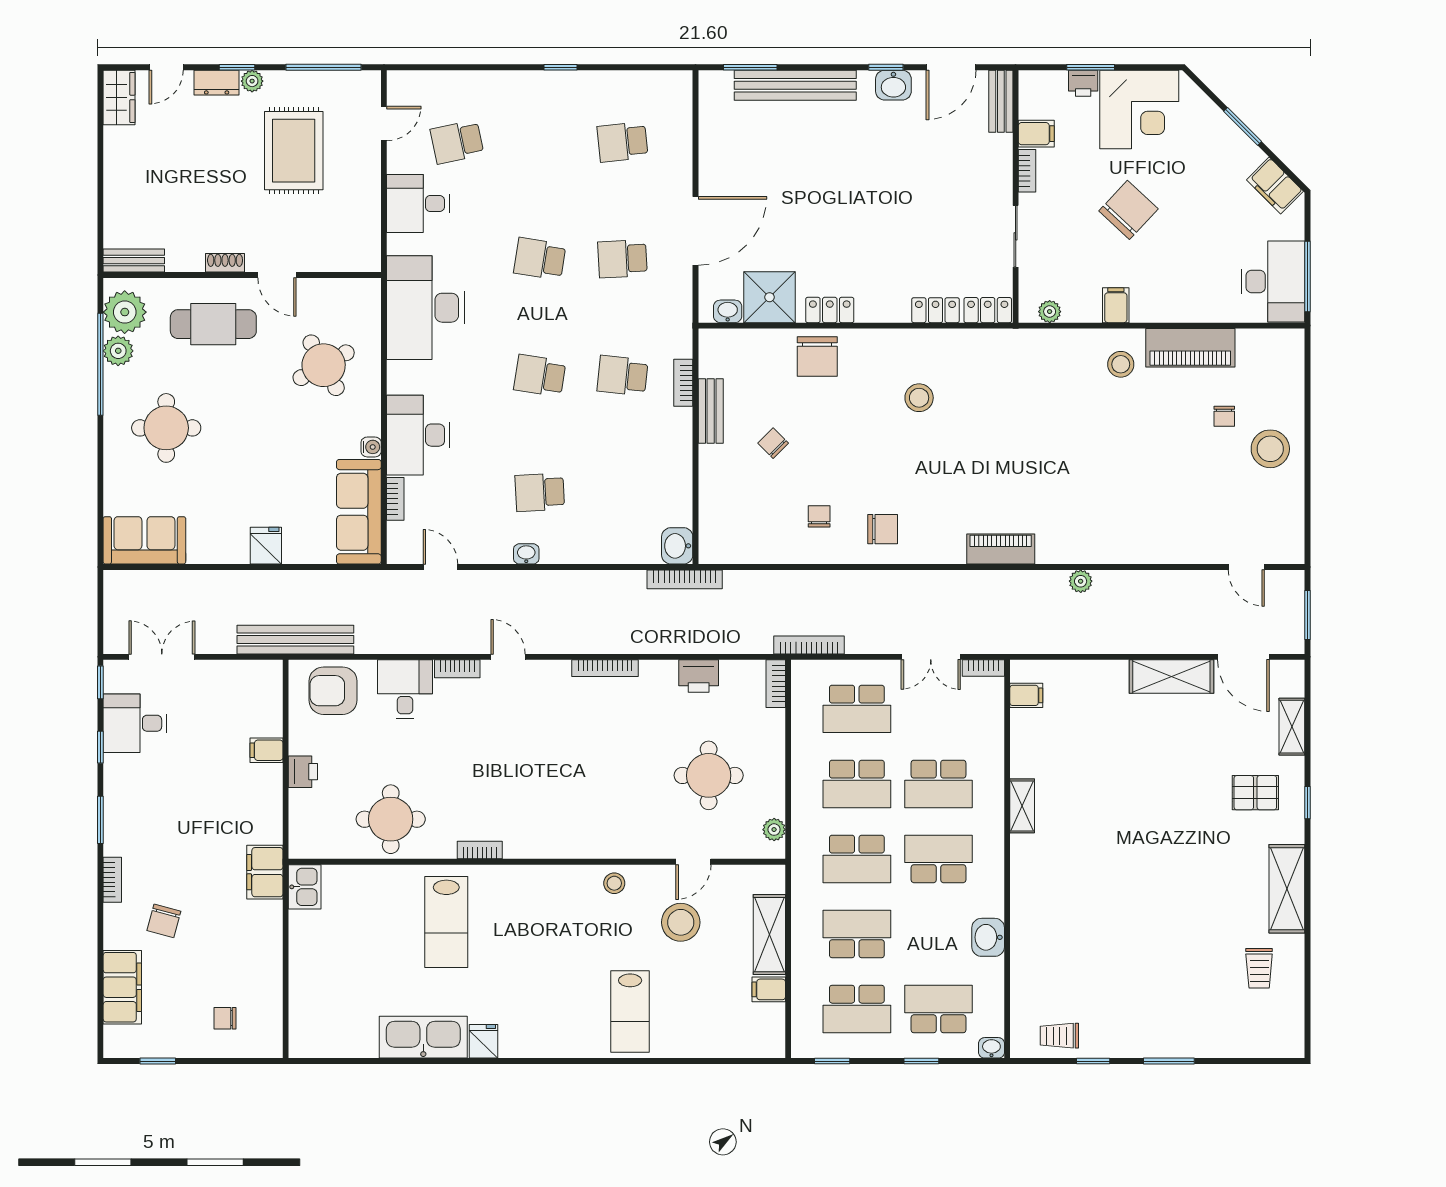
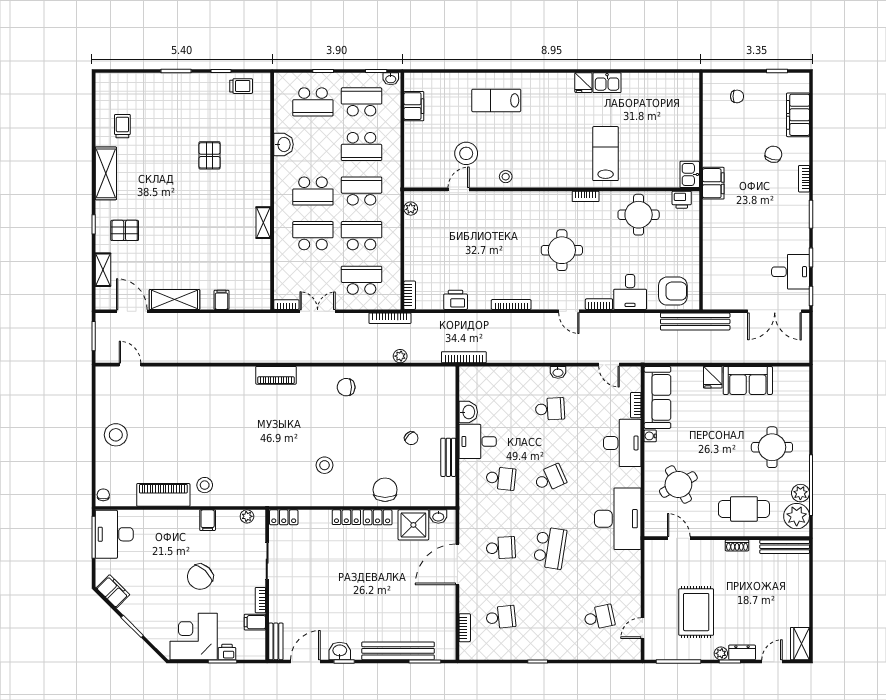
desk: (418, 204) -> (478, 441), moved, turned 180
school desk: (540, 259) -> (550, 548), width x1.85
bench: (134, 261) -> (785, 547), width x1.36
door: (277, 275) -> (679, 538), moved
locker: (935, 310) -> (346, 517), moved
school desk: (540, 376) -> (550, 478), turned -33
bookcase: (683, 383) -> (465, 628), moved
chair: (1224, 416) -> (103, 495), moved
chair: (819, 516) -> (384, 395), removed
sofa: (144, 540) -> (748, 380), moved
washbasin: (677, 546) -> (468, 412), moved
plant: (1081, 581) -> (400, 356), moved
double door: (162, 657) -> (775, 311), width x1.37
filing cabinet: (1026, 695) -> (221, 300), moved, turned 90
filing cabinet: (266, 750) -> (712, 256), removed
printer: (303, 772) -> (682, 200), moved, turned -90
round table: (709, 775) -> (562, 250), moved
pallet: (1113, 919) -> (210, 155), added
shelving: (769, 935) -> (414, 146), removed
filing cabinet: (769, 989) -> (414, 106), width x2.00
lab bench: (630, 1011) -> (496, 100), turned -90
kitchen sink: (423, 1037) -> (607, 83), width x0.53, depth x0.81
washbasin: (991, 1048) -> (391, 79), moved

